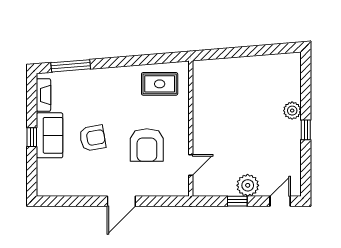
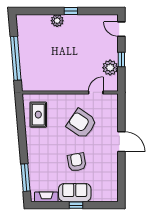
window: (239, 52) -> (16, 58), added
armchair: (147, 145) -> (82, 124), turned -146
door: (191, 165) -> (96, 92), hinge flipped
plant: (248, 185) -> (110, 68), moved

